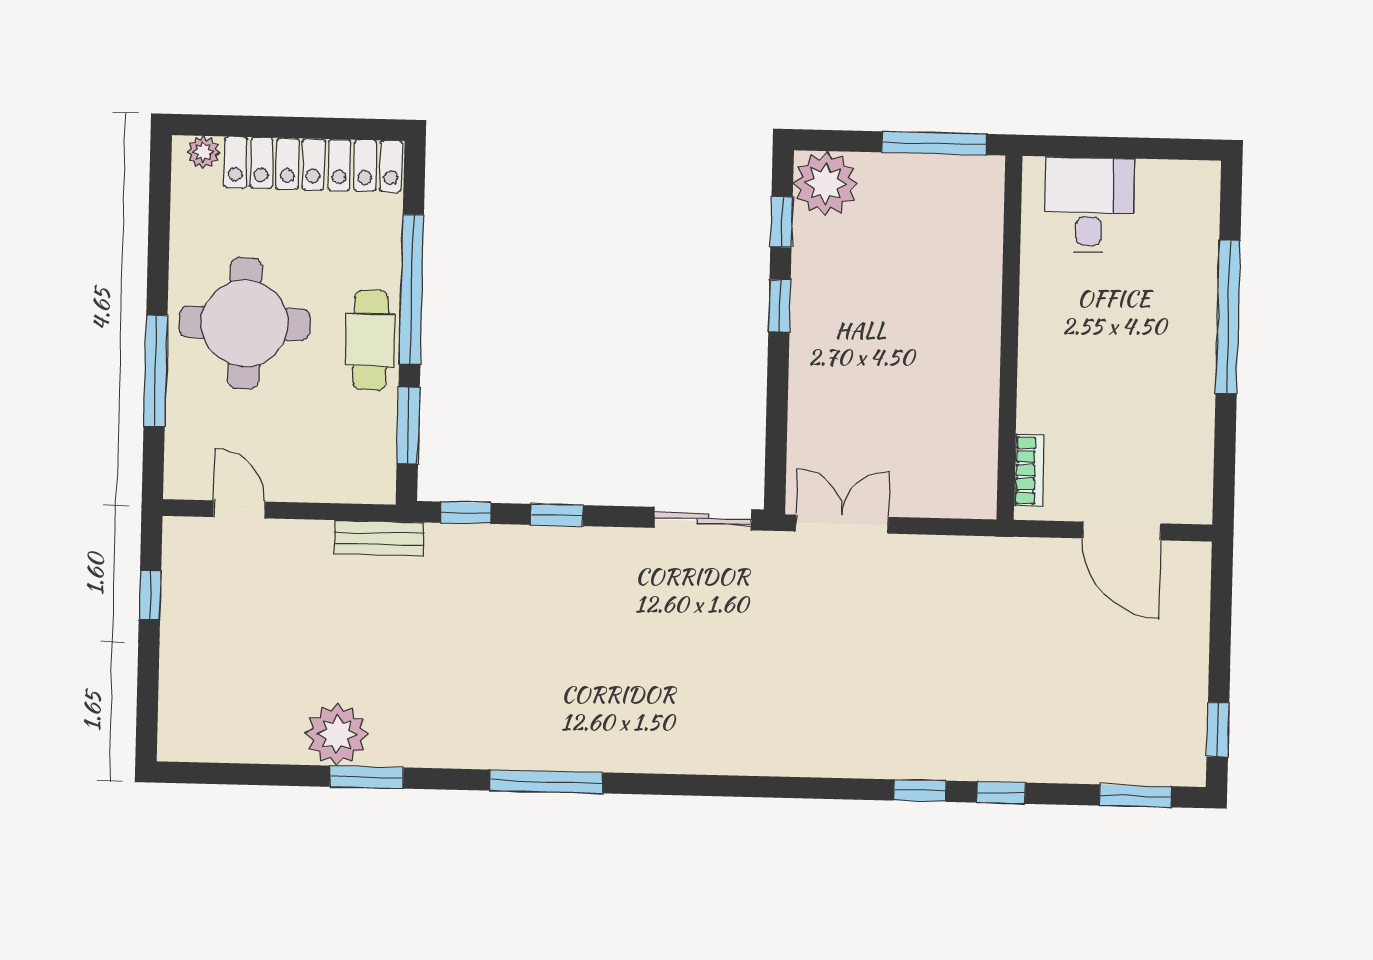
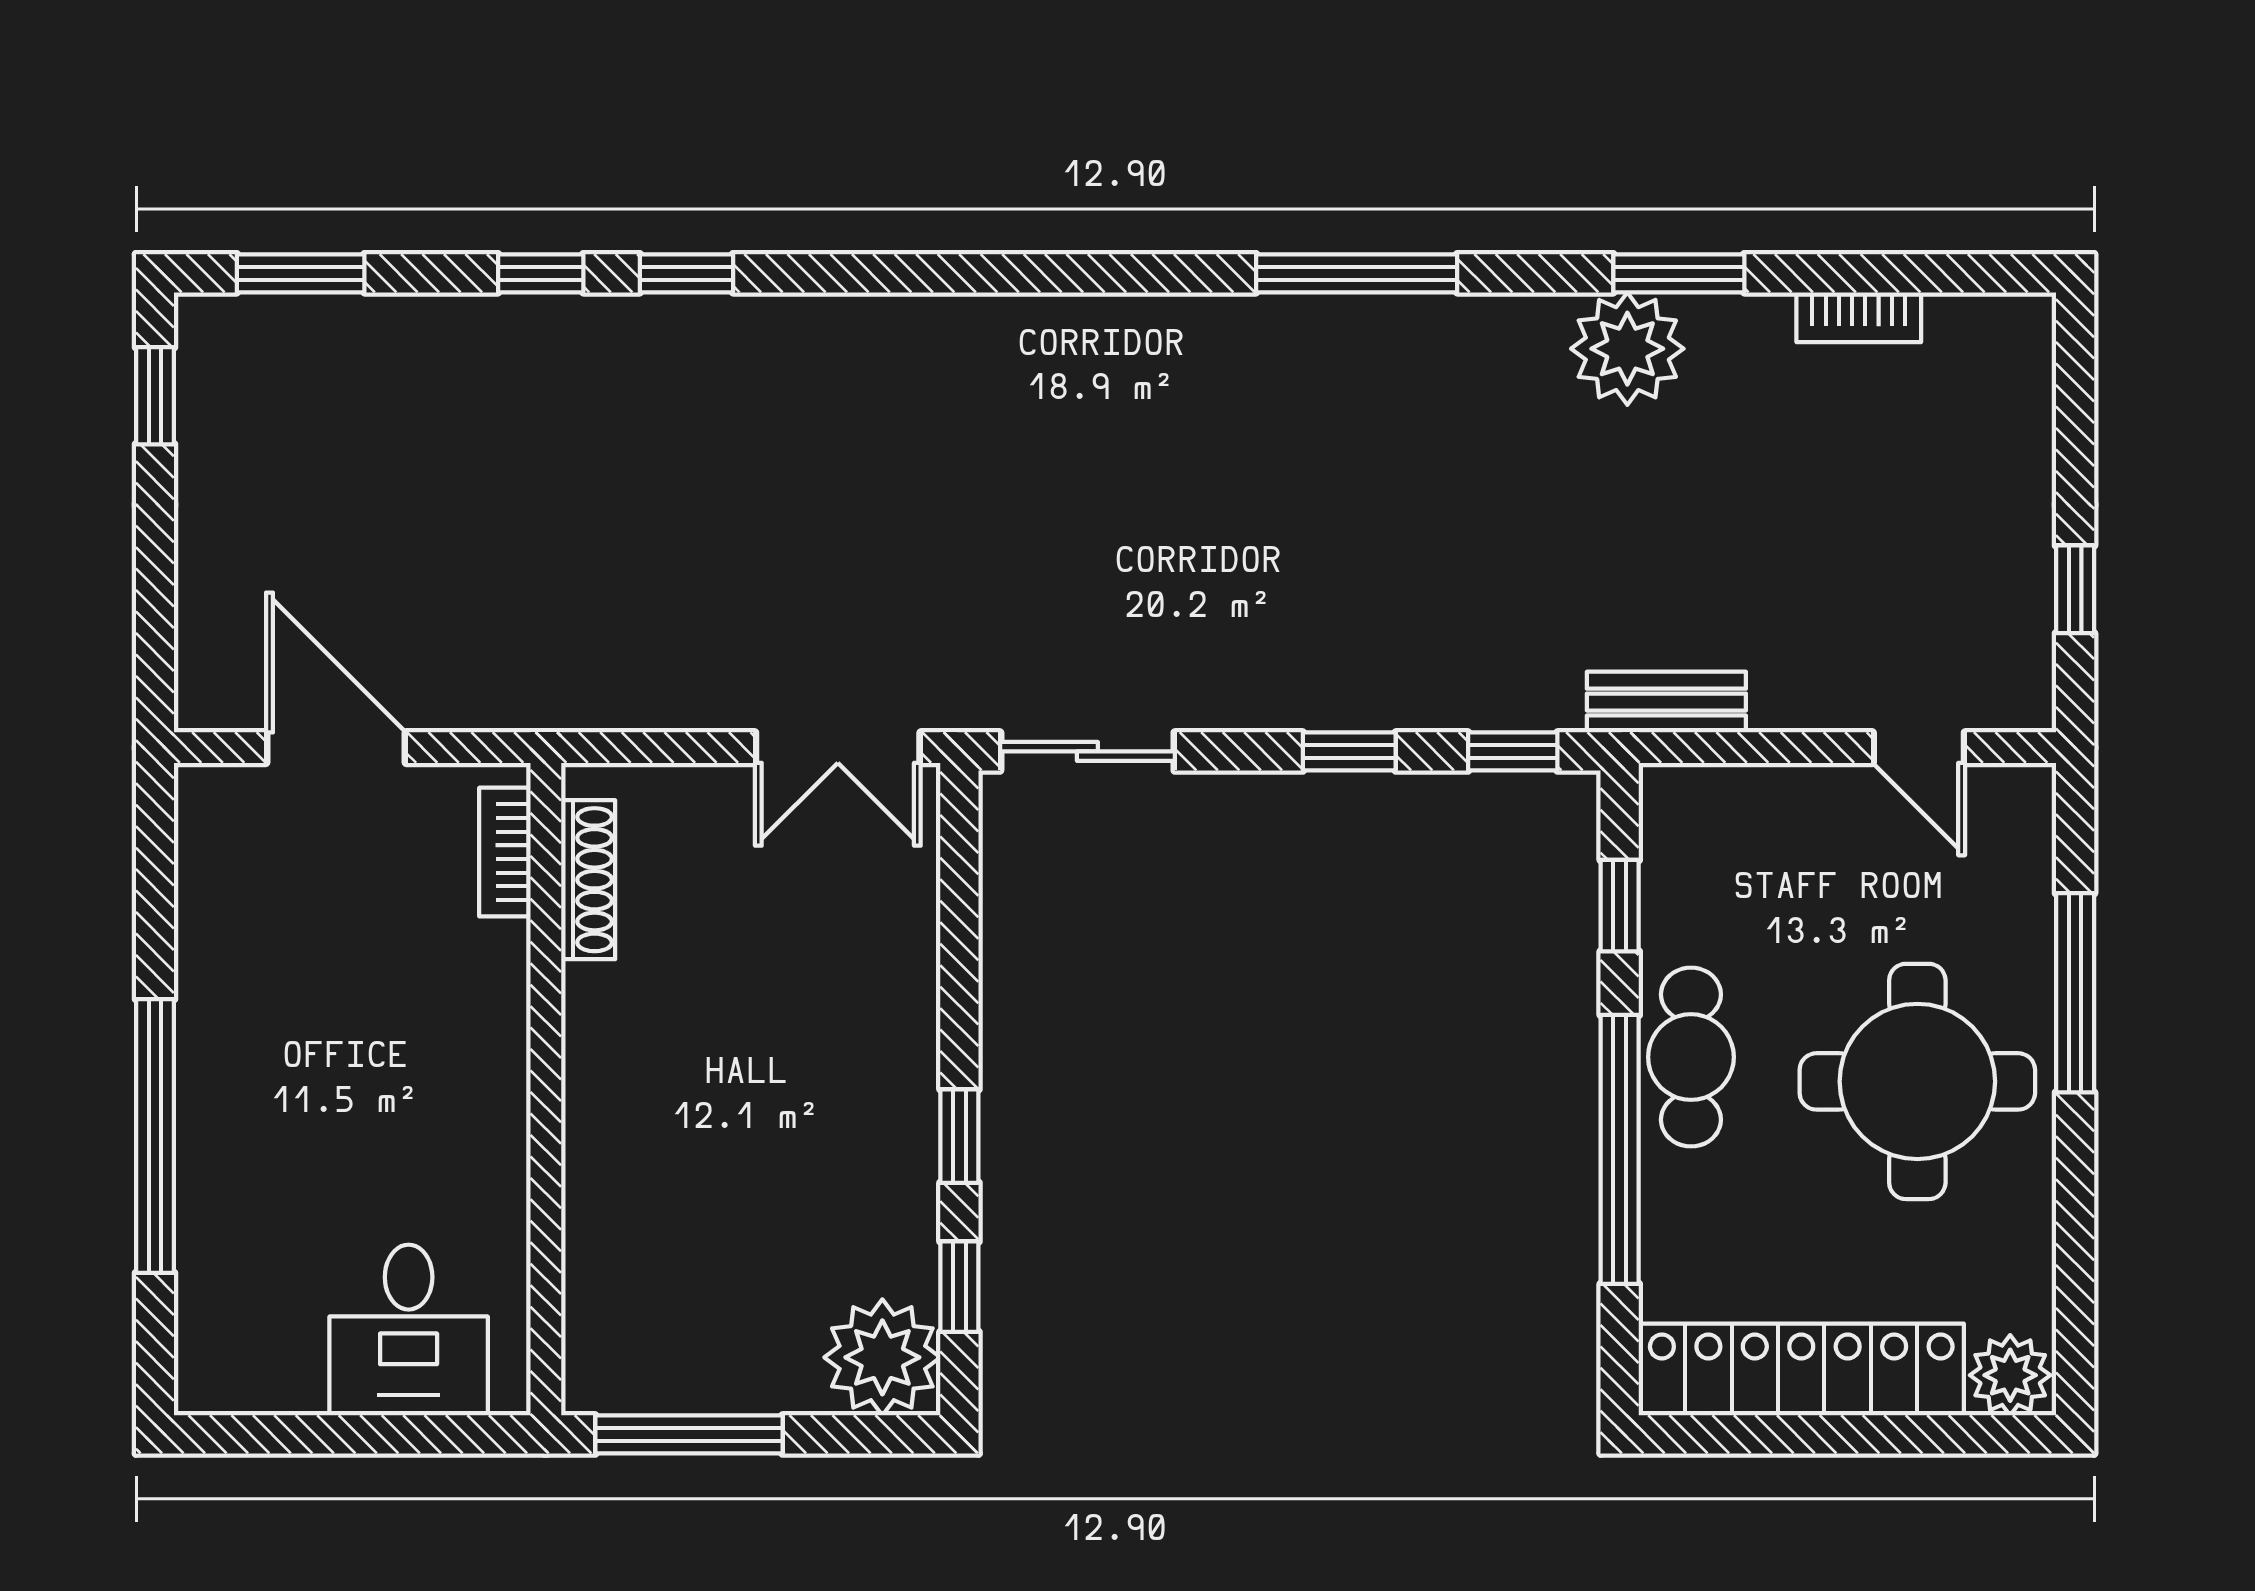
plant: (203, 152) -> (2010, 1375), width x1.38, depth x1.38
window: (408, 425) -> (1620, 906), width x0.67
shoe rack: (983, 454) -> (588, 880), added
plant: (337, 734) -> (1627, 349), moved
bookcase: (267, 750) -> (1859, 317), added

